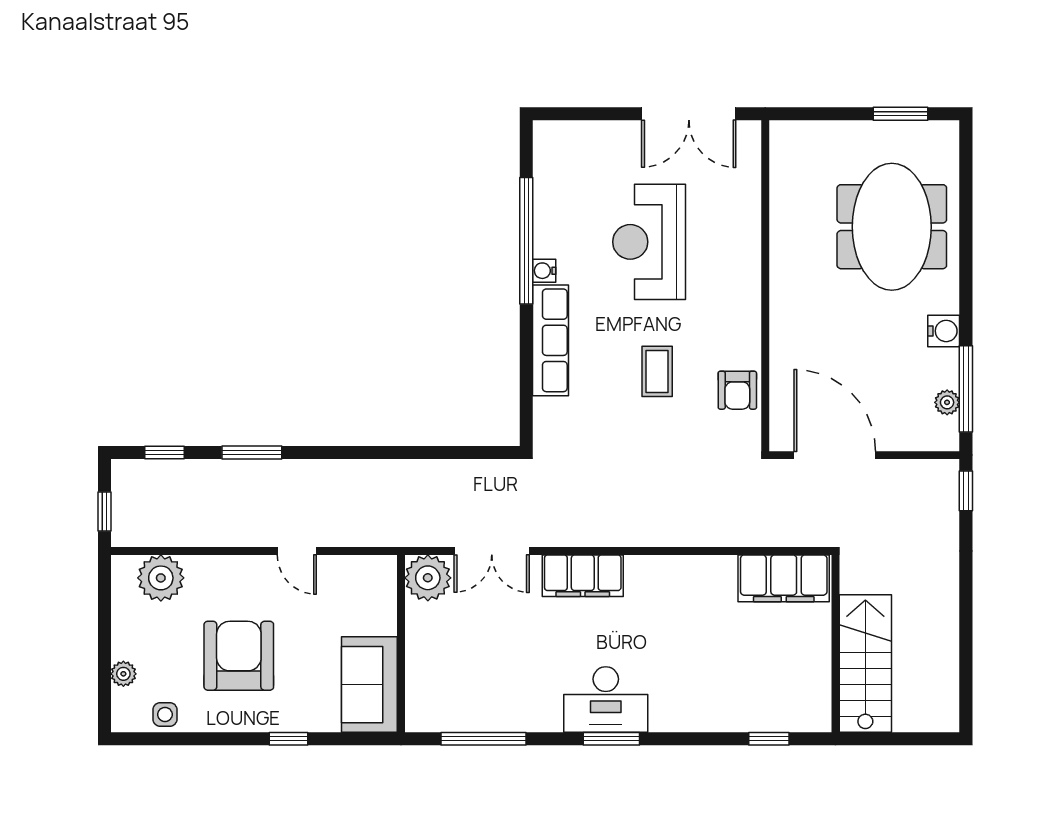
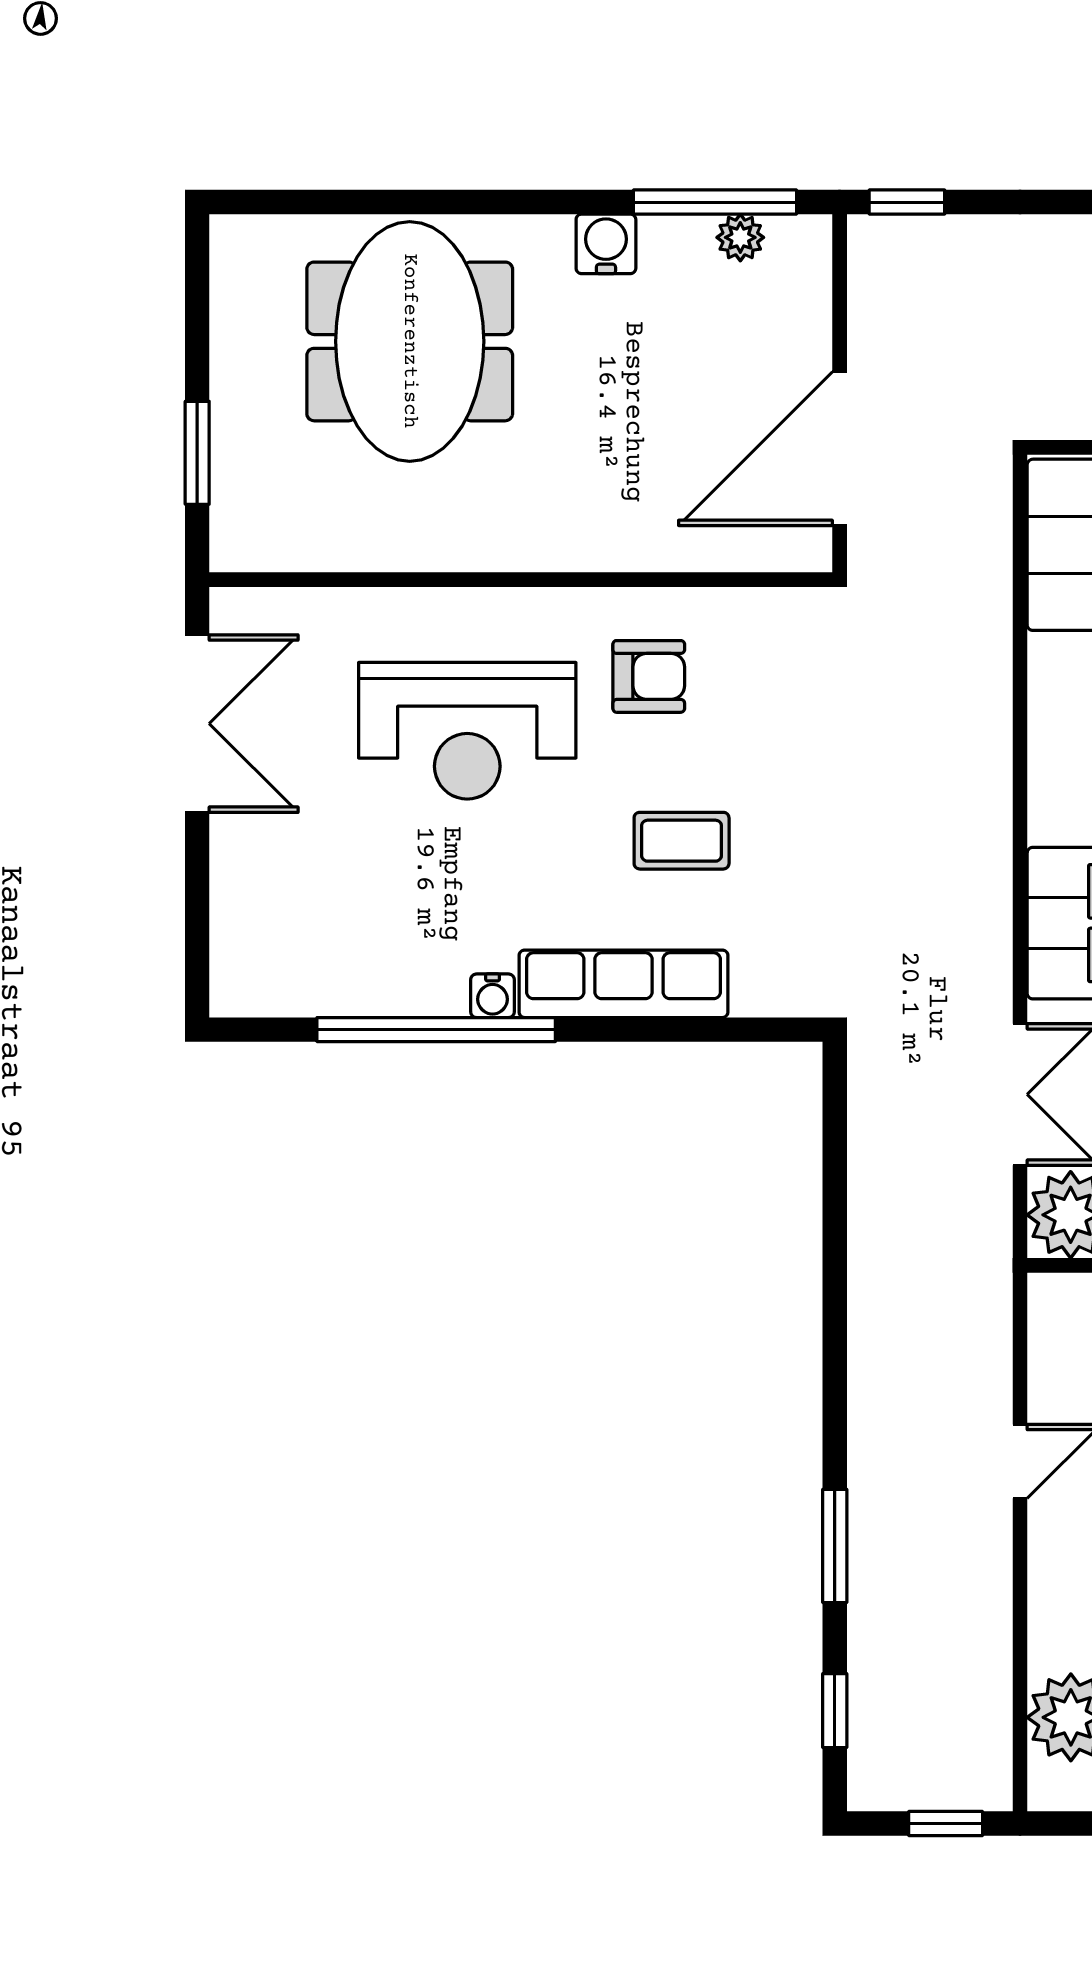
window: (900, 114) -> (197, 453), moved
meeting table: (892, 227) -> (410, 341), turned 90
reception desk: (649, 242) -> (467, 731), moved
coffee table: (657, 371) -> (682, 841), moved
armchair: (737, 390) -> (649, 676), moved

